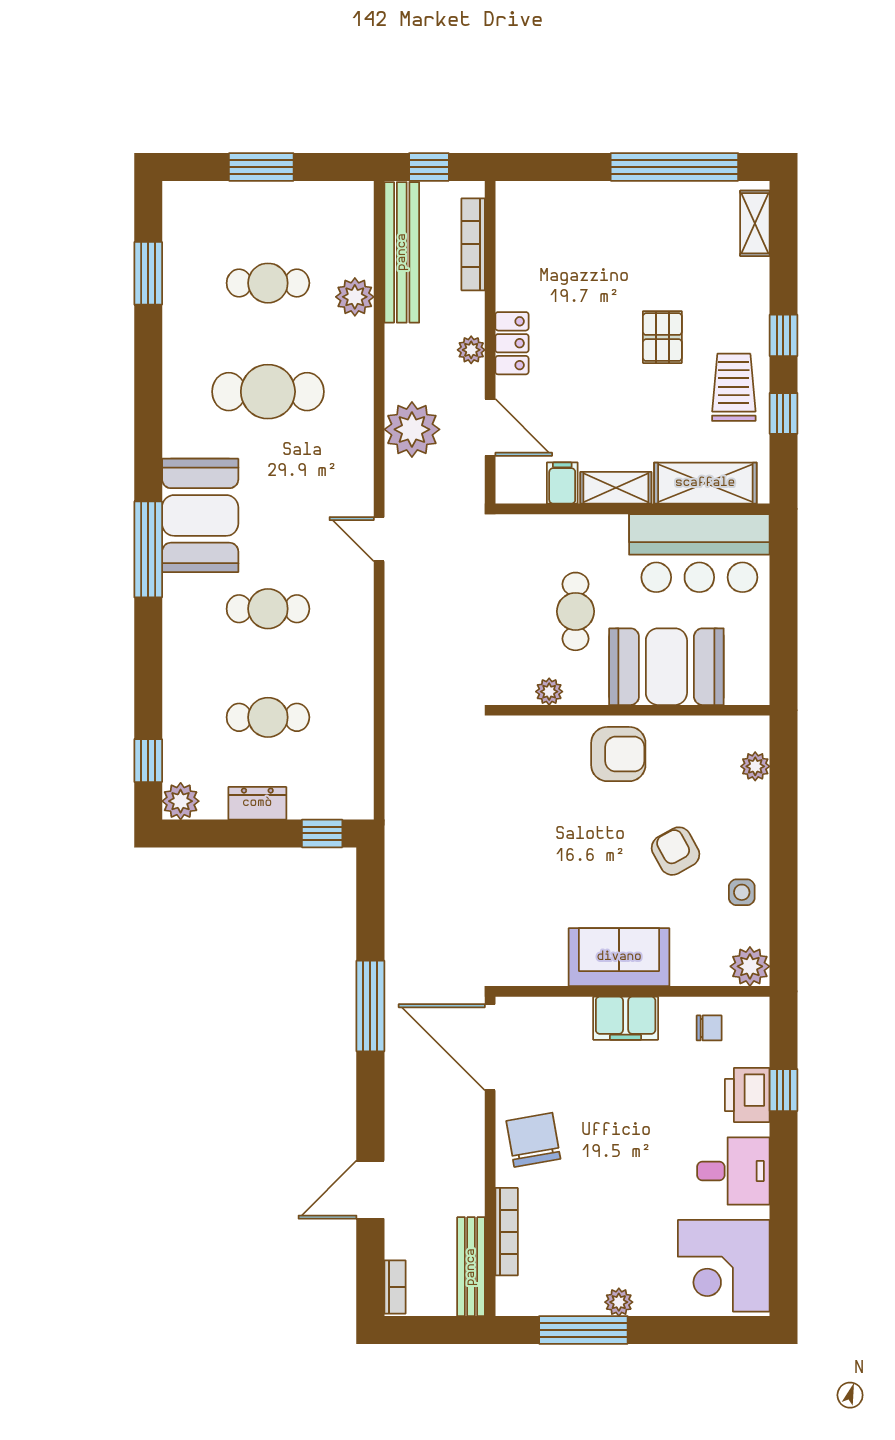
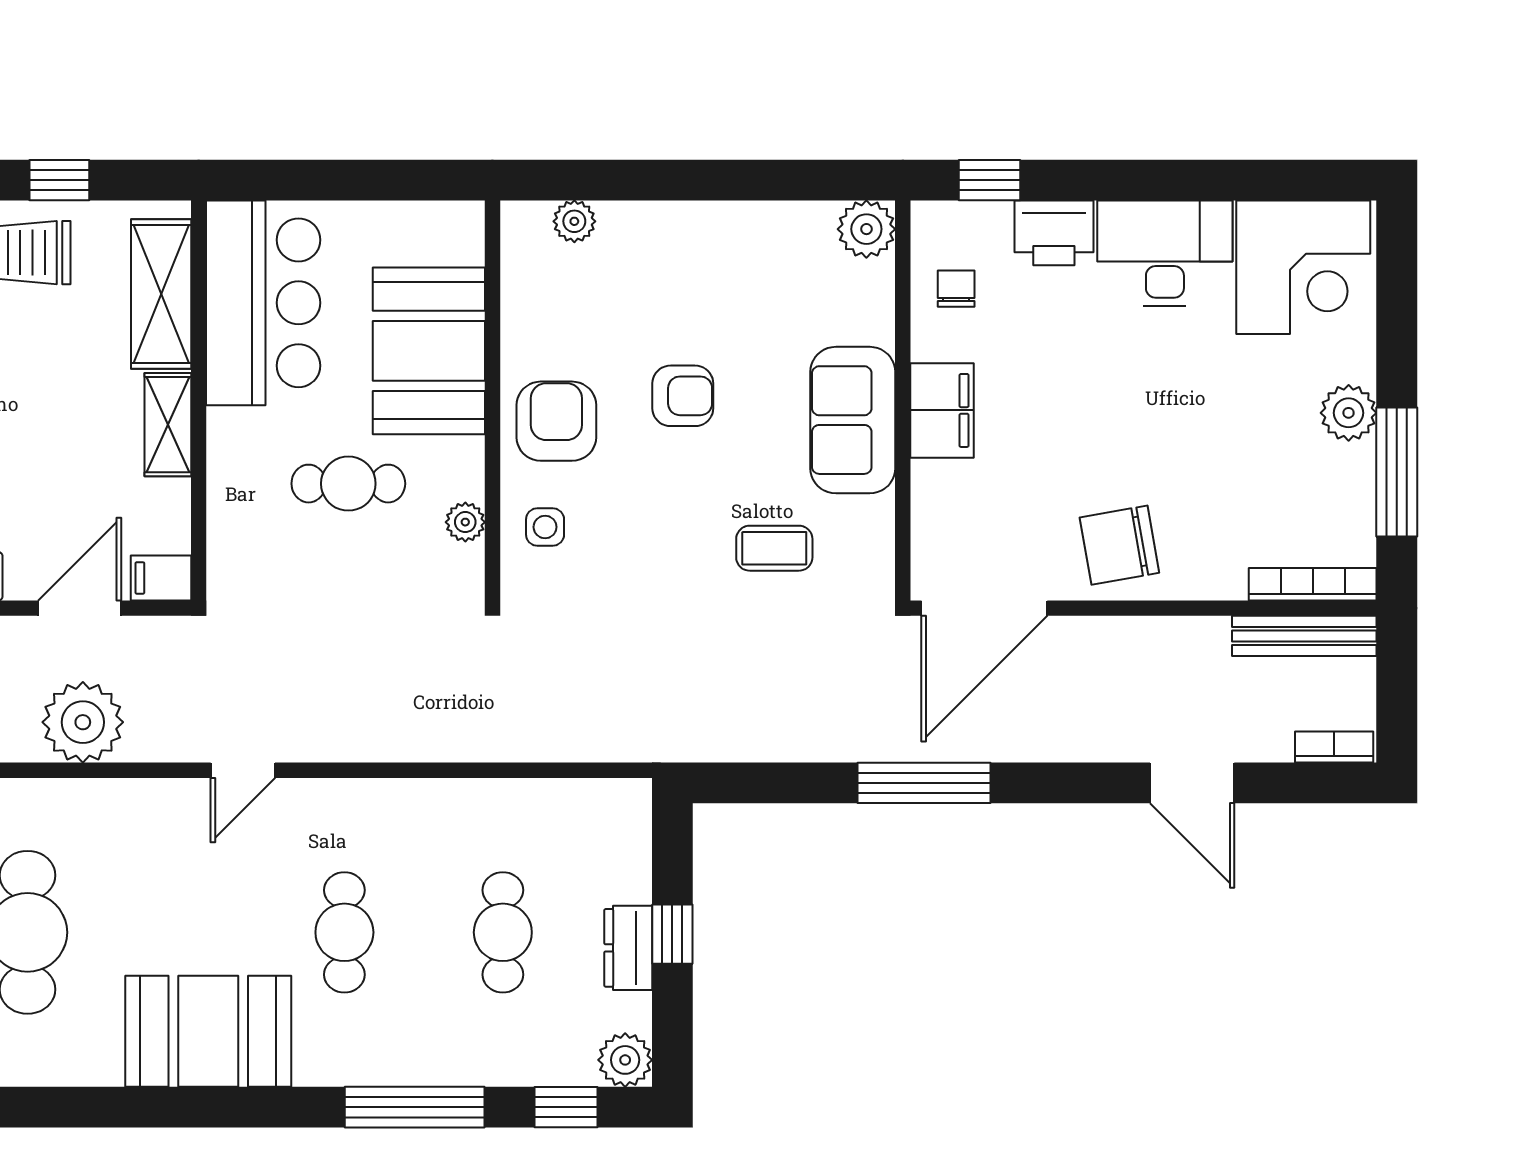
filing cabinet: (562, 483) -> (161, 578), moved
window: (148, 549) -> (415, 1107), moved
window: (322, 833) -> (672, 934), moved
armchair: (675, 851) -> (683, 396), moved, turned -151
side table: (742, 892) -> (545, 527), moved
coffee table: (531, 903) -> (774, 548), added
window: (783, 1090) -> (989, 180), moved
desk: (733, 1171) -> (1165, 253), width x1.37
bookcase: (507, 1232) -> (1313, 584), moved
plant: (619, 1302) -> (1349, 413), width x1.38, depth x1.38

